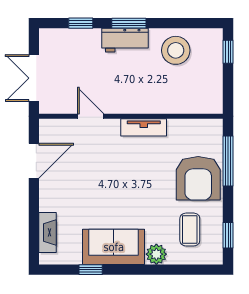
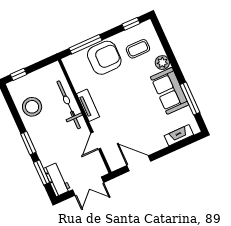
window: (81, 23) -> (42, 172), width x1.50
workbench: (125, 40) -> (57, 179), moved
bicycle: (156, 101) -> (69, 105), added
window: (91, 270) -> (190, 99), width x2.17

